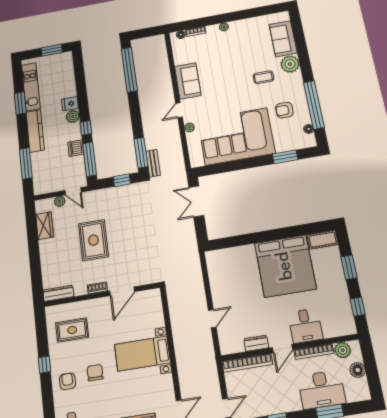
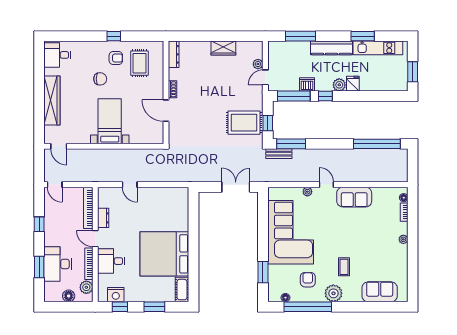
plant: (290, 64) -> (333, 293), moved
wardrobe: (45, 226) -> (223, 48), moved
rug: (93, 240) -> (244, 123), moved
nightstand: (344, 314) -> (116, 295), added
armchair: (67, 381) -> (116, 58), moved

